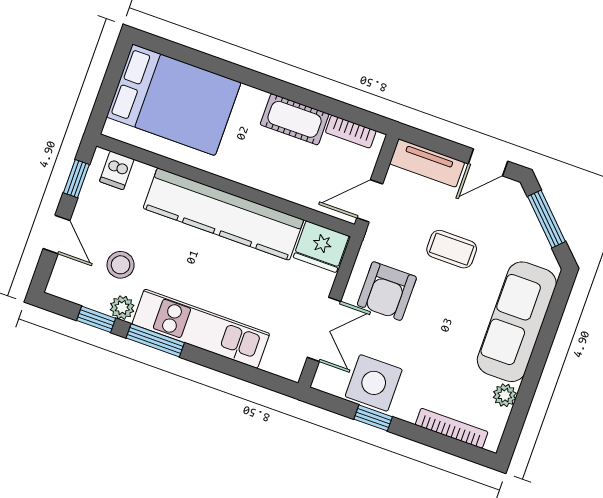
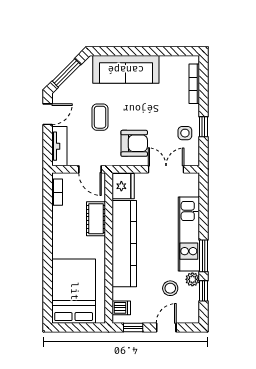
cot: (295, 119) -> (96, 219), moved
door: (488, 162) -> (48, 114), hinge flipped
side table: (374, 383) -> (185, 133), width x0.54, depth x0.54
plant: (505, 395) -> (167, 62), removed

